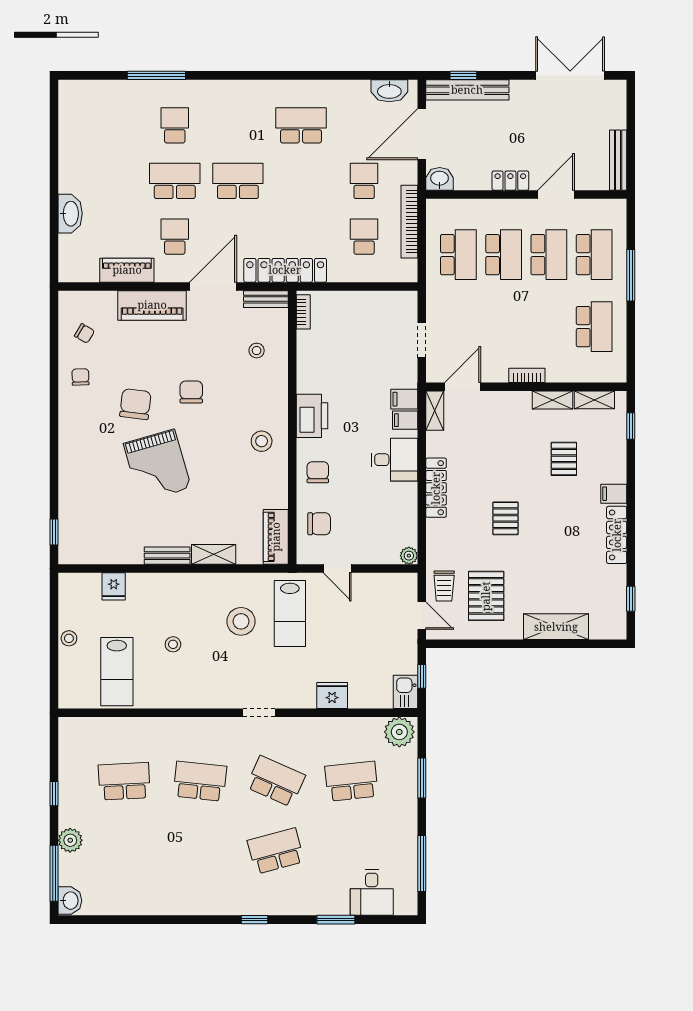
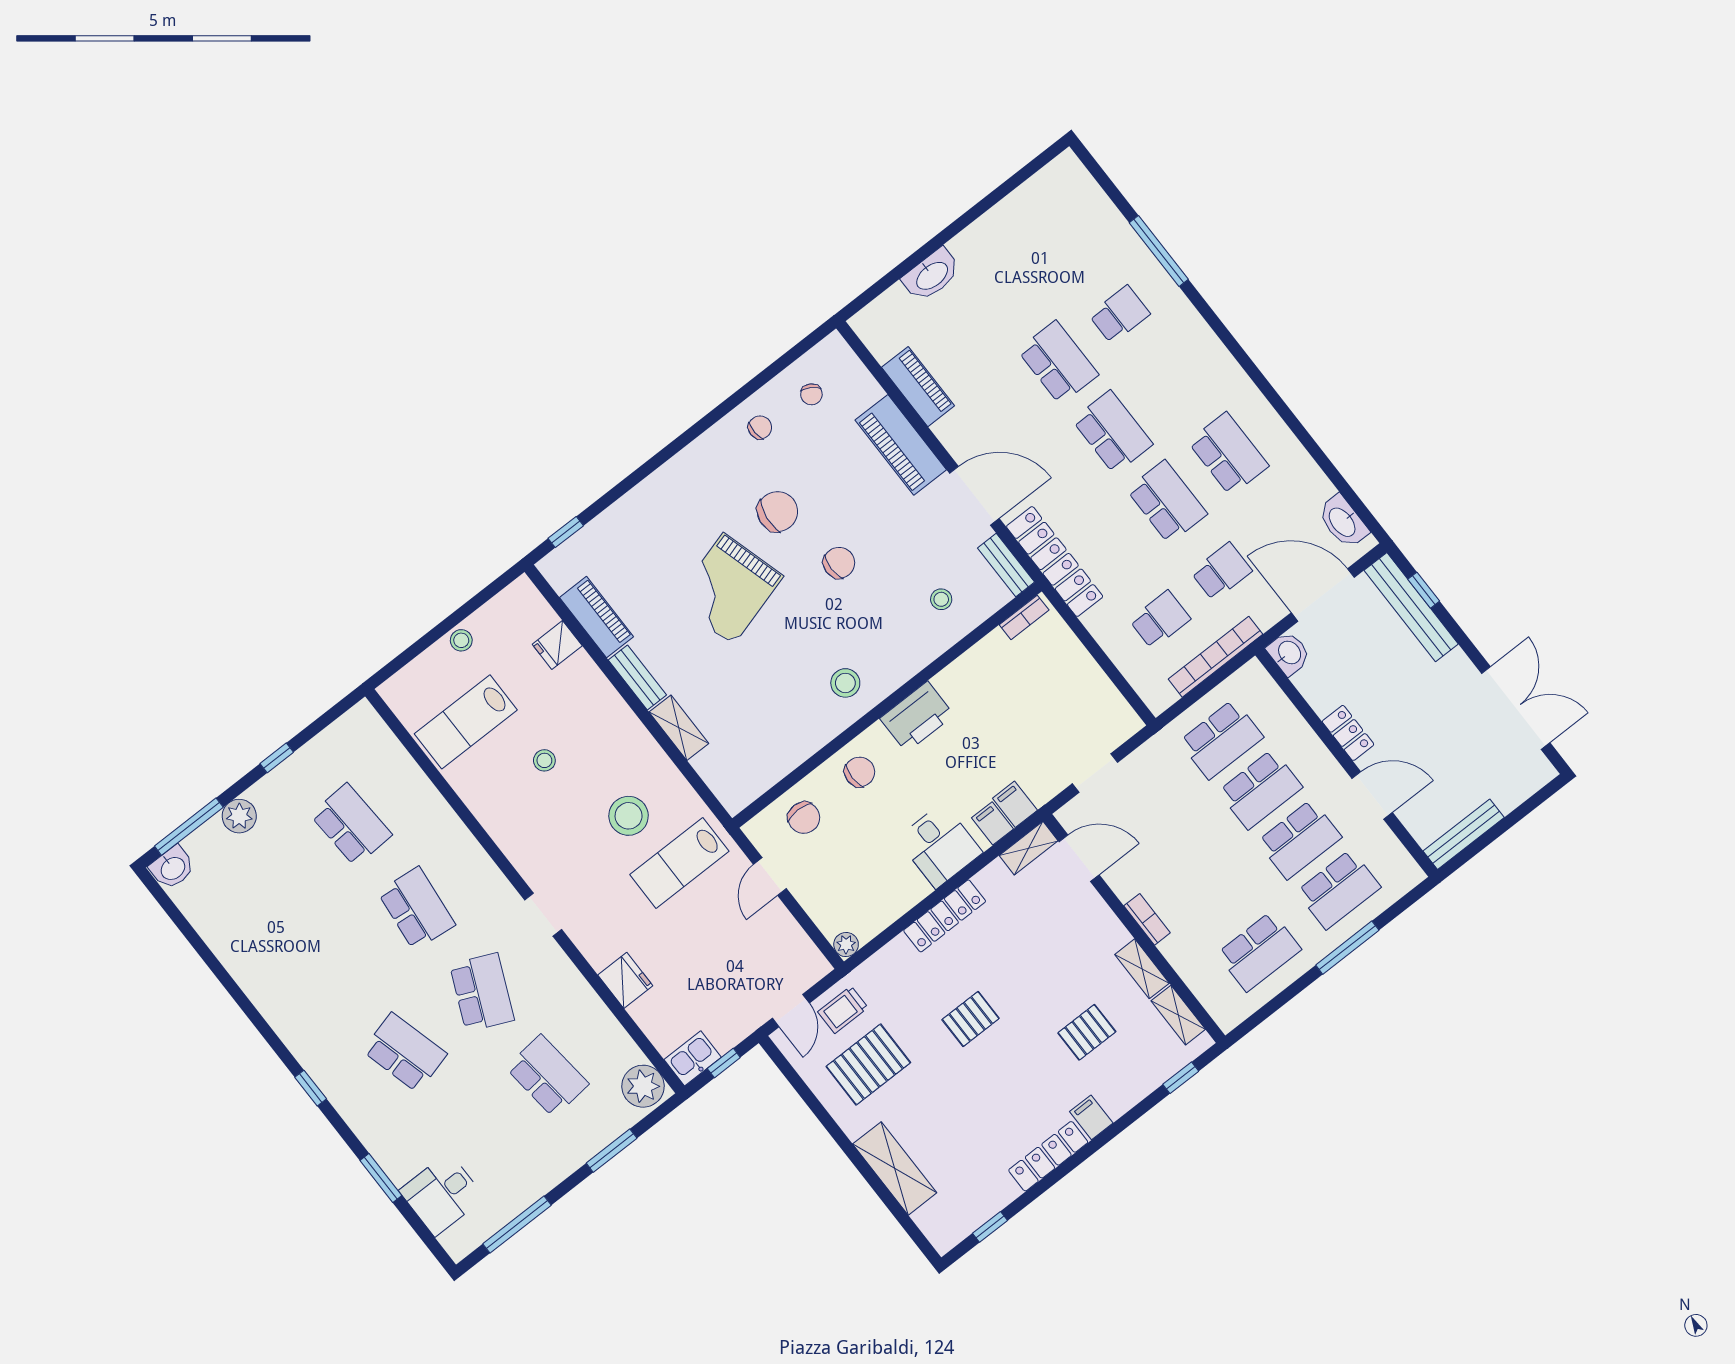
school desk: (175, 237) -> (1167, 502), moved, width x1.85
piano: (276, 537) -> (597, 617), moved, turned 90

